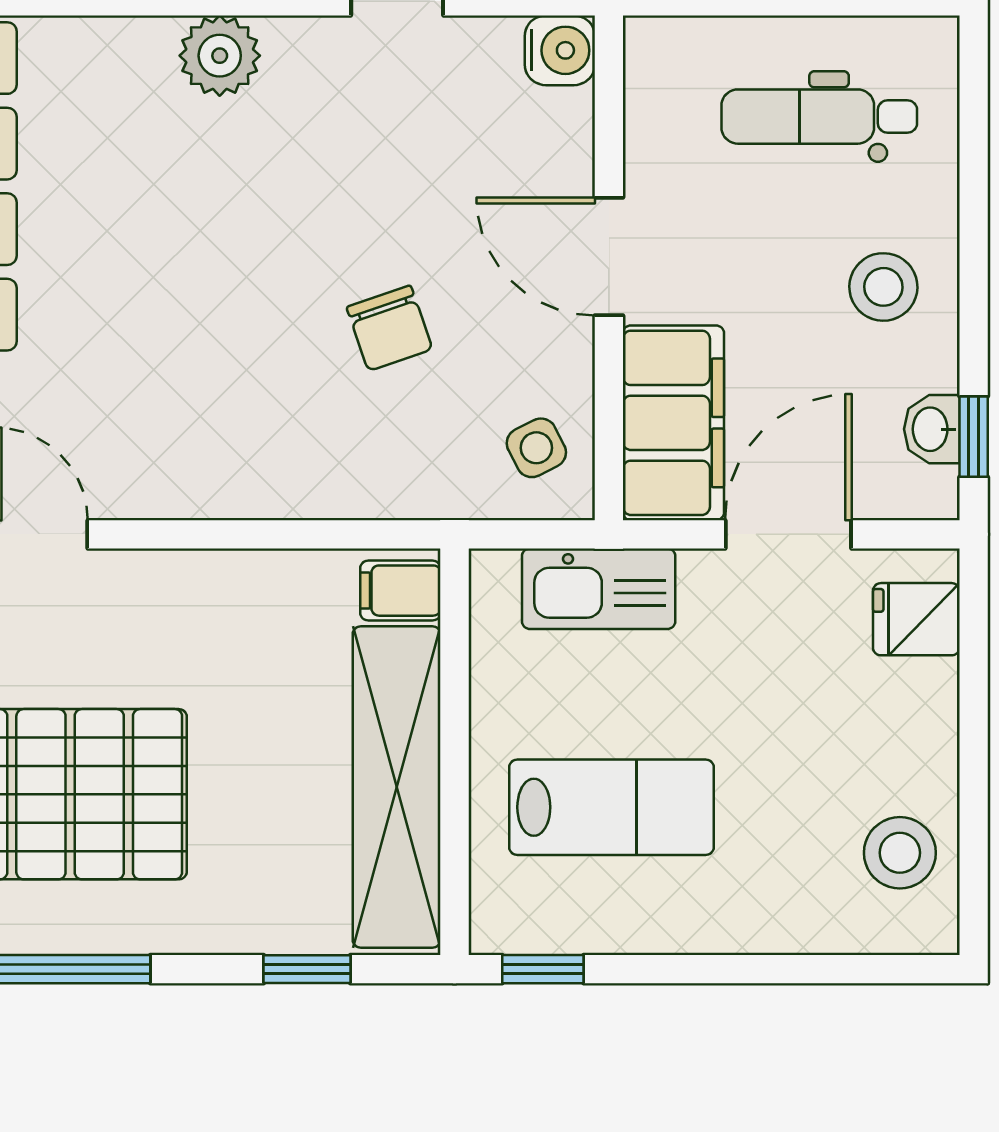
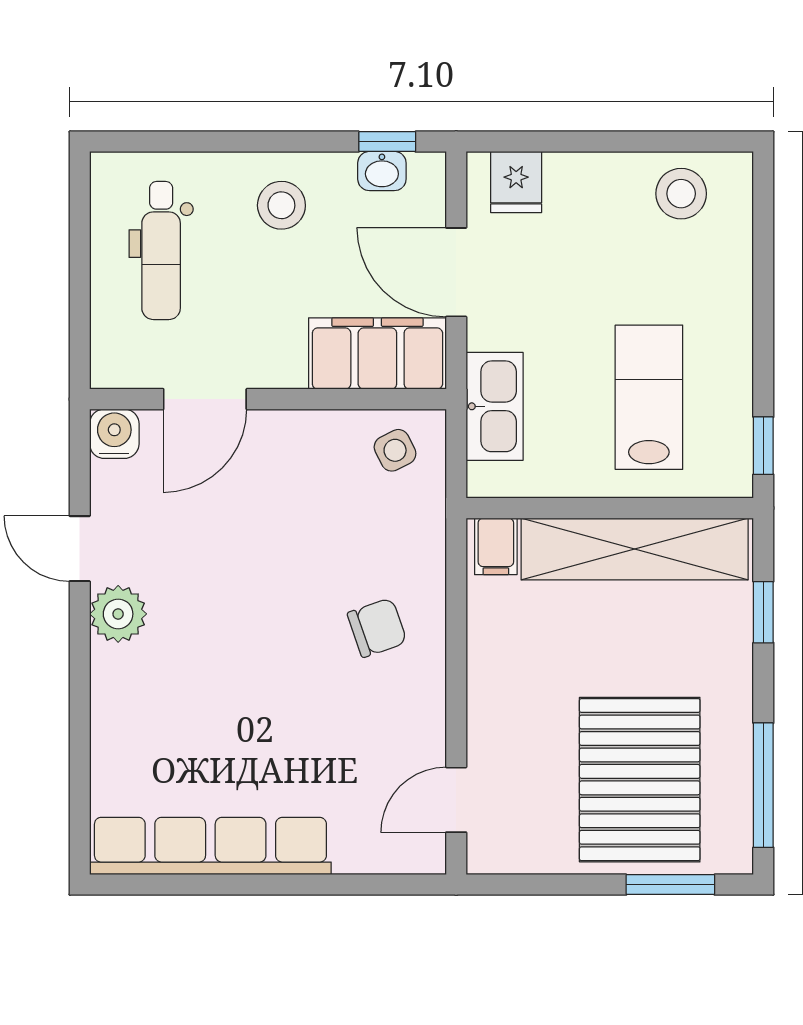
plant: (220, 56) -> (118, 614), moved
door: (609, 256) -> (205, 399), moved
chair: (389, 328) -> (377, 628), moved

